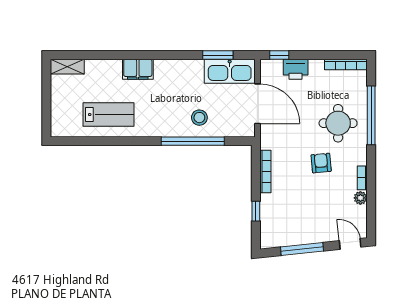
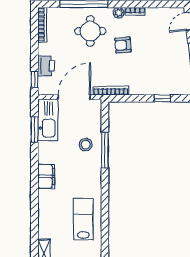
filing cabinet: (138, 69) -> (46, 176), moved
window: (193, 141) -> (105, 150), width x0.68
bookcase: (265, 171) -> (111, 91), moved
plant: (360, 198) -> (119, 13), moved

